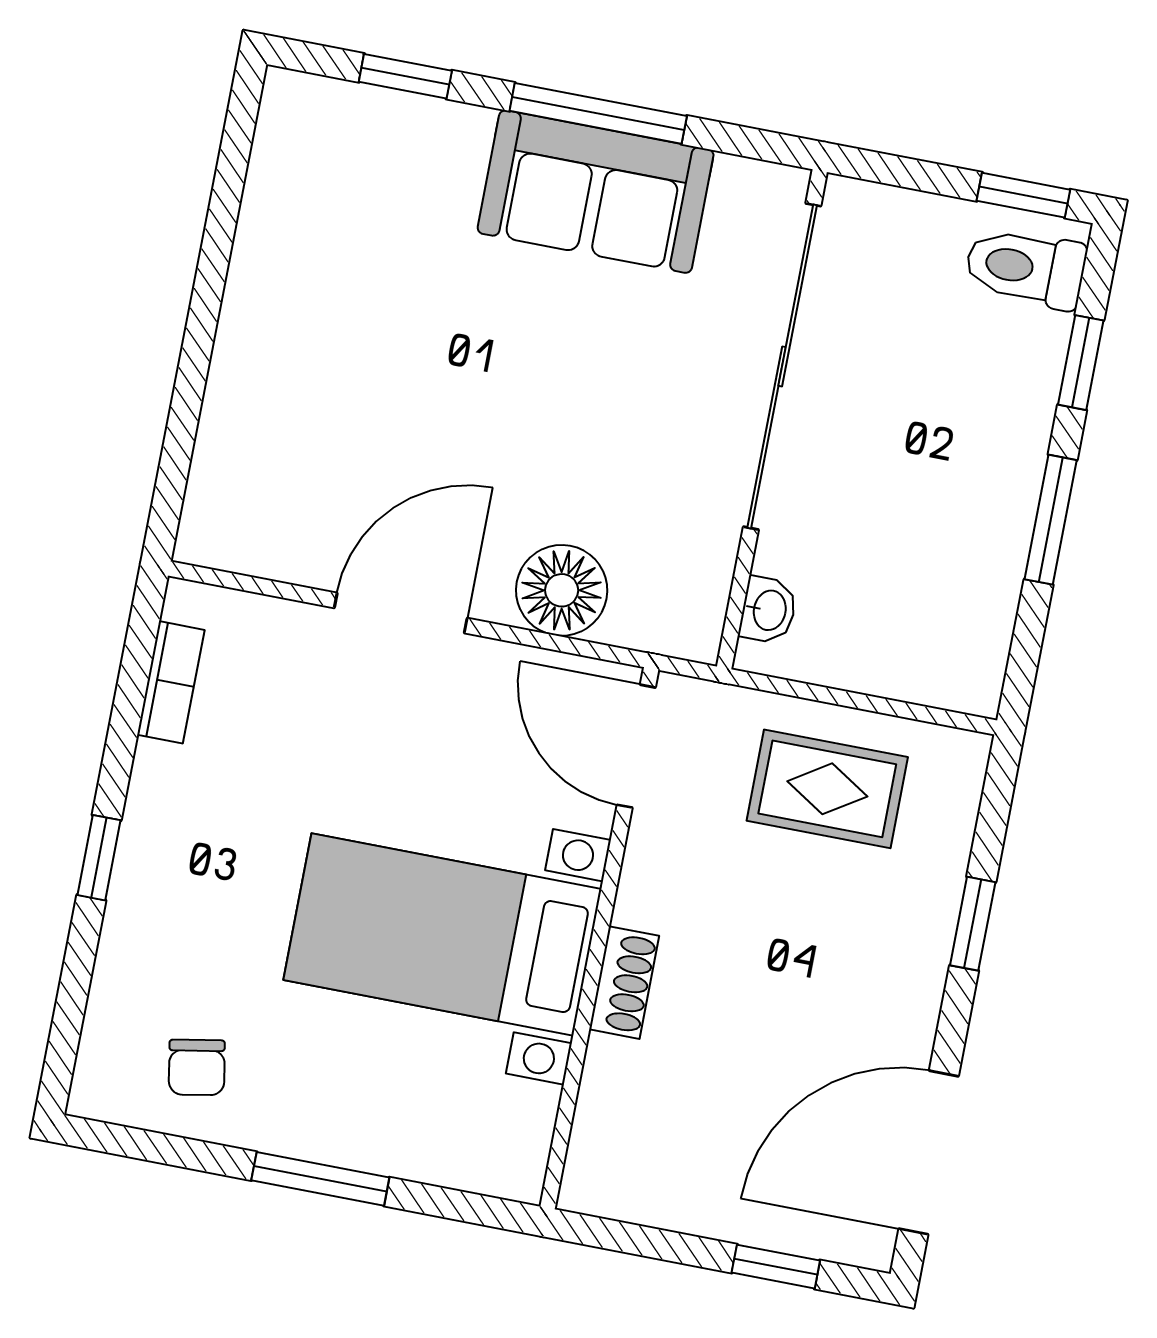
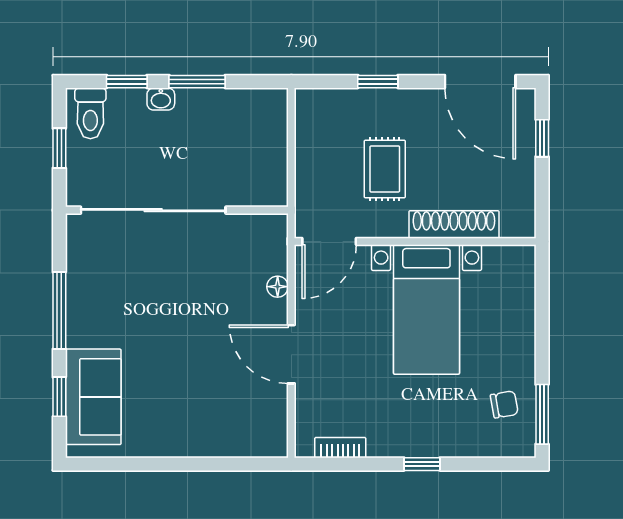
sofa: (596, 192) -> (93, 397), moved
window: (1023, 195) -> (59, 148), moved
floor lamp: (562, 590) -> (278, 287), width x0.53, depth x0.53
washbasin: (768, 610) -> (161, 99), moved, turned 180
rug: (827, 789) -> (385, 169), moved
shoe rack: (624, 983) -> (454, 224), width x1.94, depth x1.24
window: (320, 1179) -> (542, 414), moved

